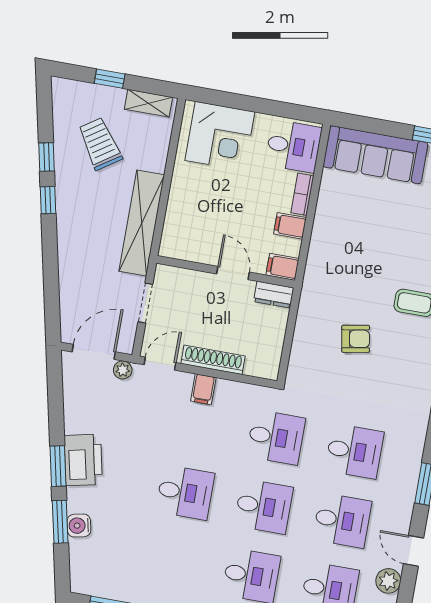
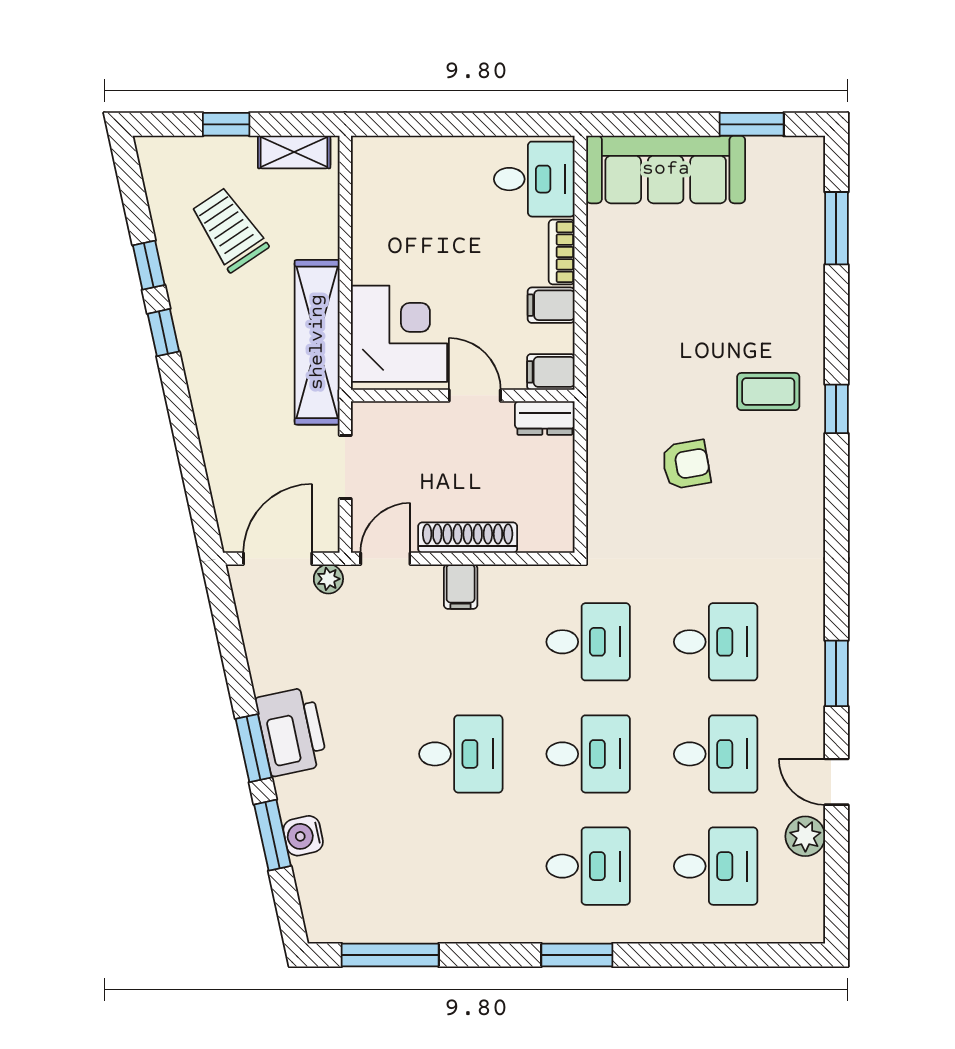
corner desk: (220, 136) -> (399, 334), moved, turned -90

